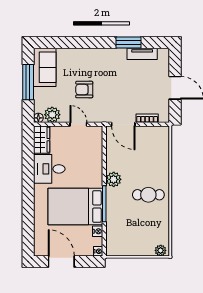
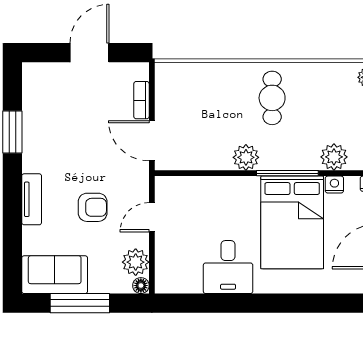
tv unit: (142, 54) -> (32, 199), moved
armchair: (84, 90) -> (93, 207), turned -90
door: (123, 124) -> (152, 141), swing flipped
wardrobe: (42, 140) -> (178, 280), removed
plant: (114, 231) -> (334, 157), added

